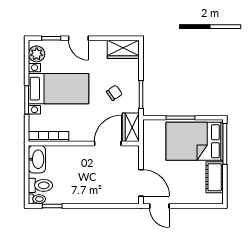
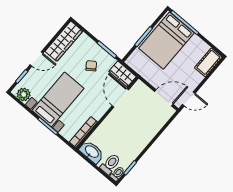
wardrobe: (123, 49) -> (64, 41), width x1.50
cot: (215, 177) -> (208, 62), moved, turned 90

